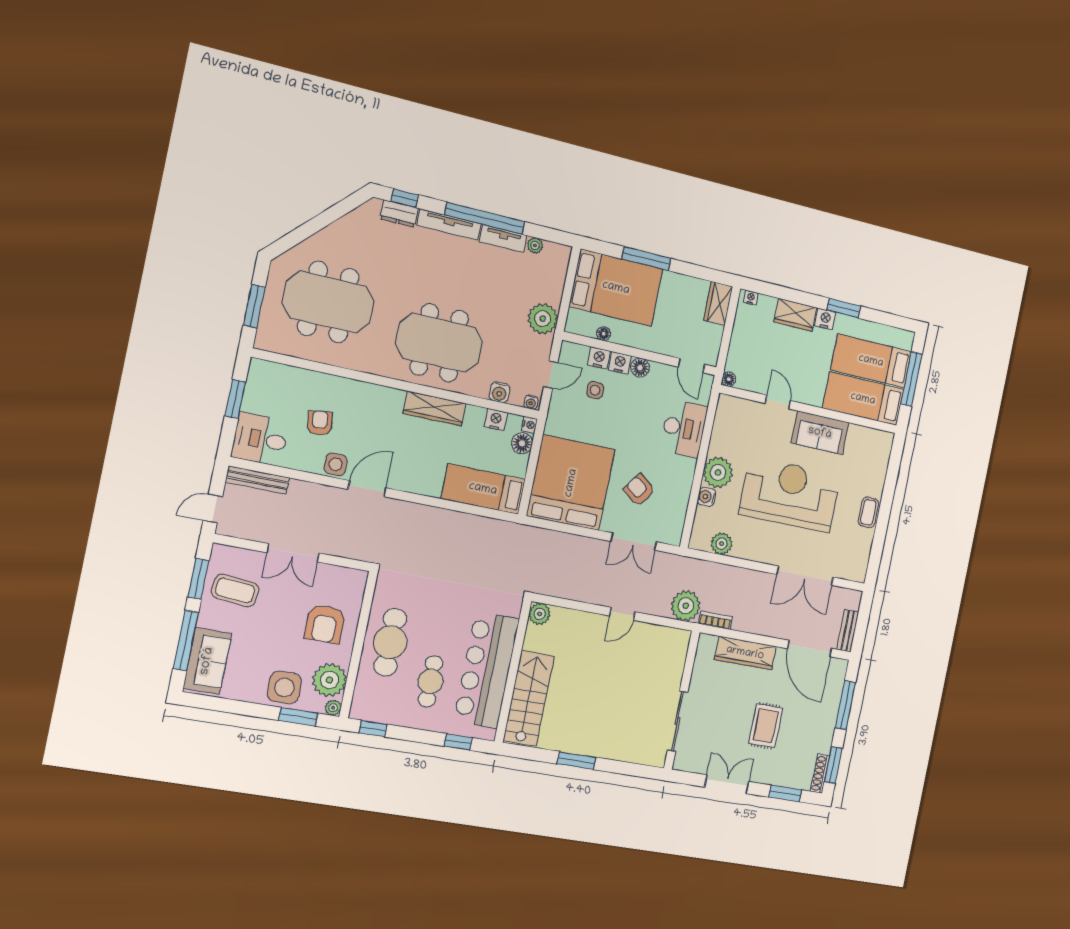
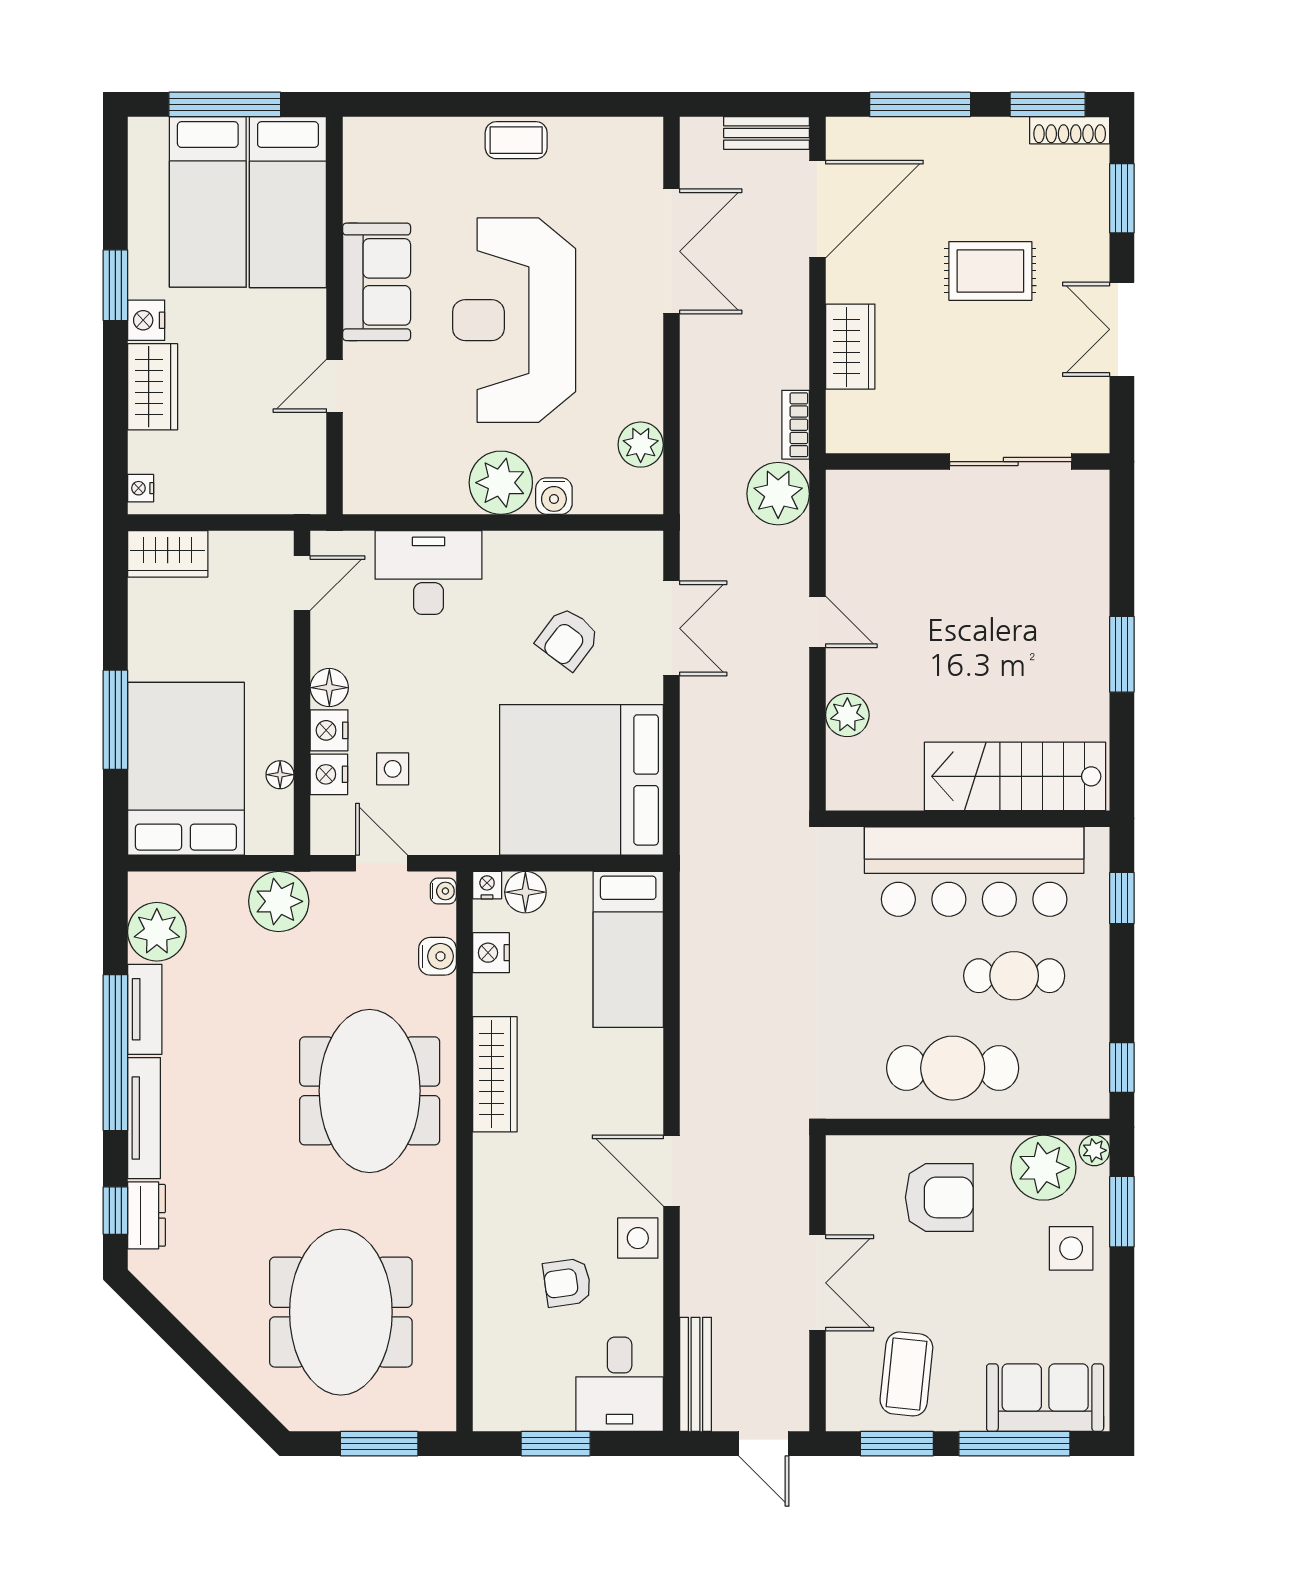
plant: (535, 245) -> (157, 932), width x1.88, depth x1.88
floor lamp: (729, 379) -> (312, 500), removed
plant: (540, 614) -> (847, 715), moved
wardrobe: (745, 653) -> (850, 347), width x0.67
side table: (284, 687) -> (1071, 1248), width x0.73, depth x0.73

